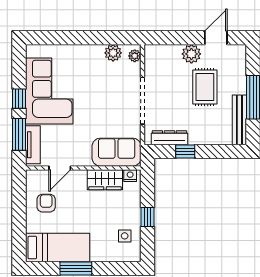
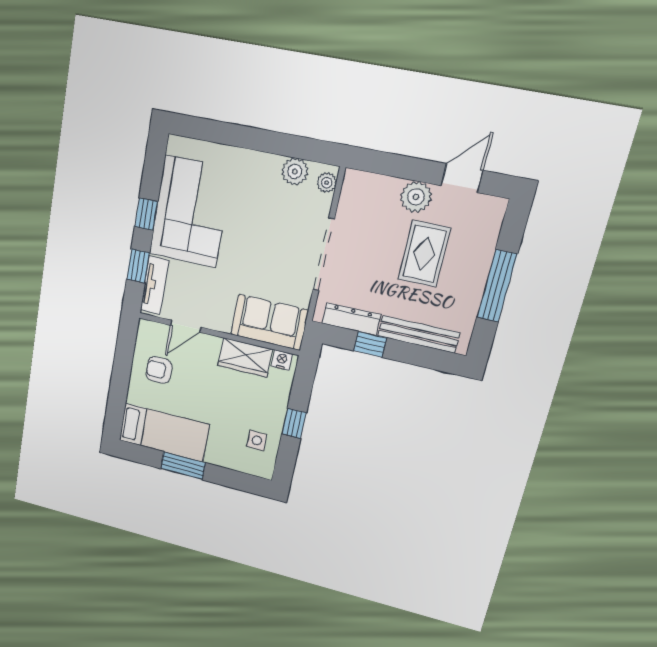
bench: (239, 120) -> (419, 334), moved, turned 90
window: (19, 134) -> (138, 266), width x0.67
armchair: (46, 203) -> (159, 370), turned -90

